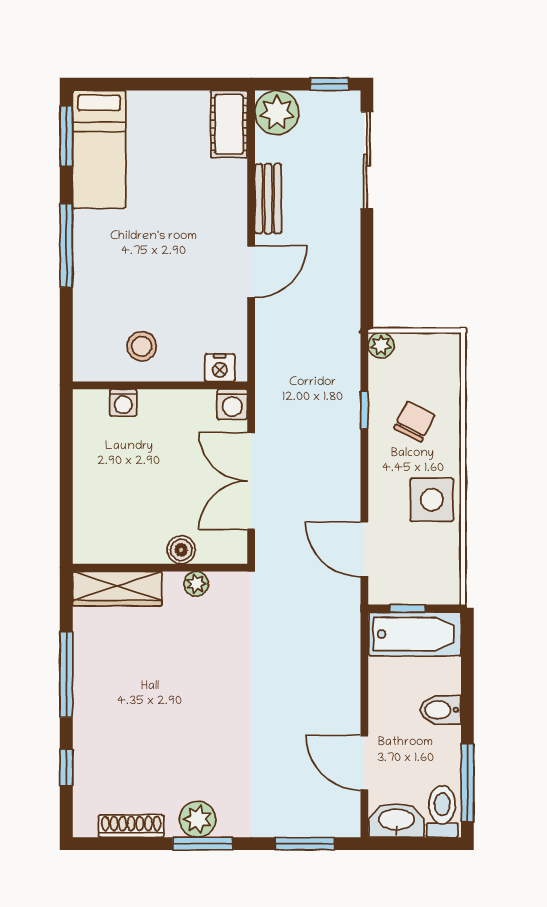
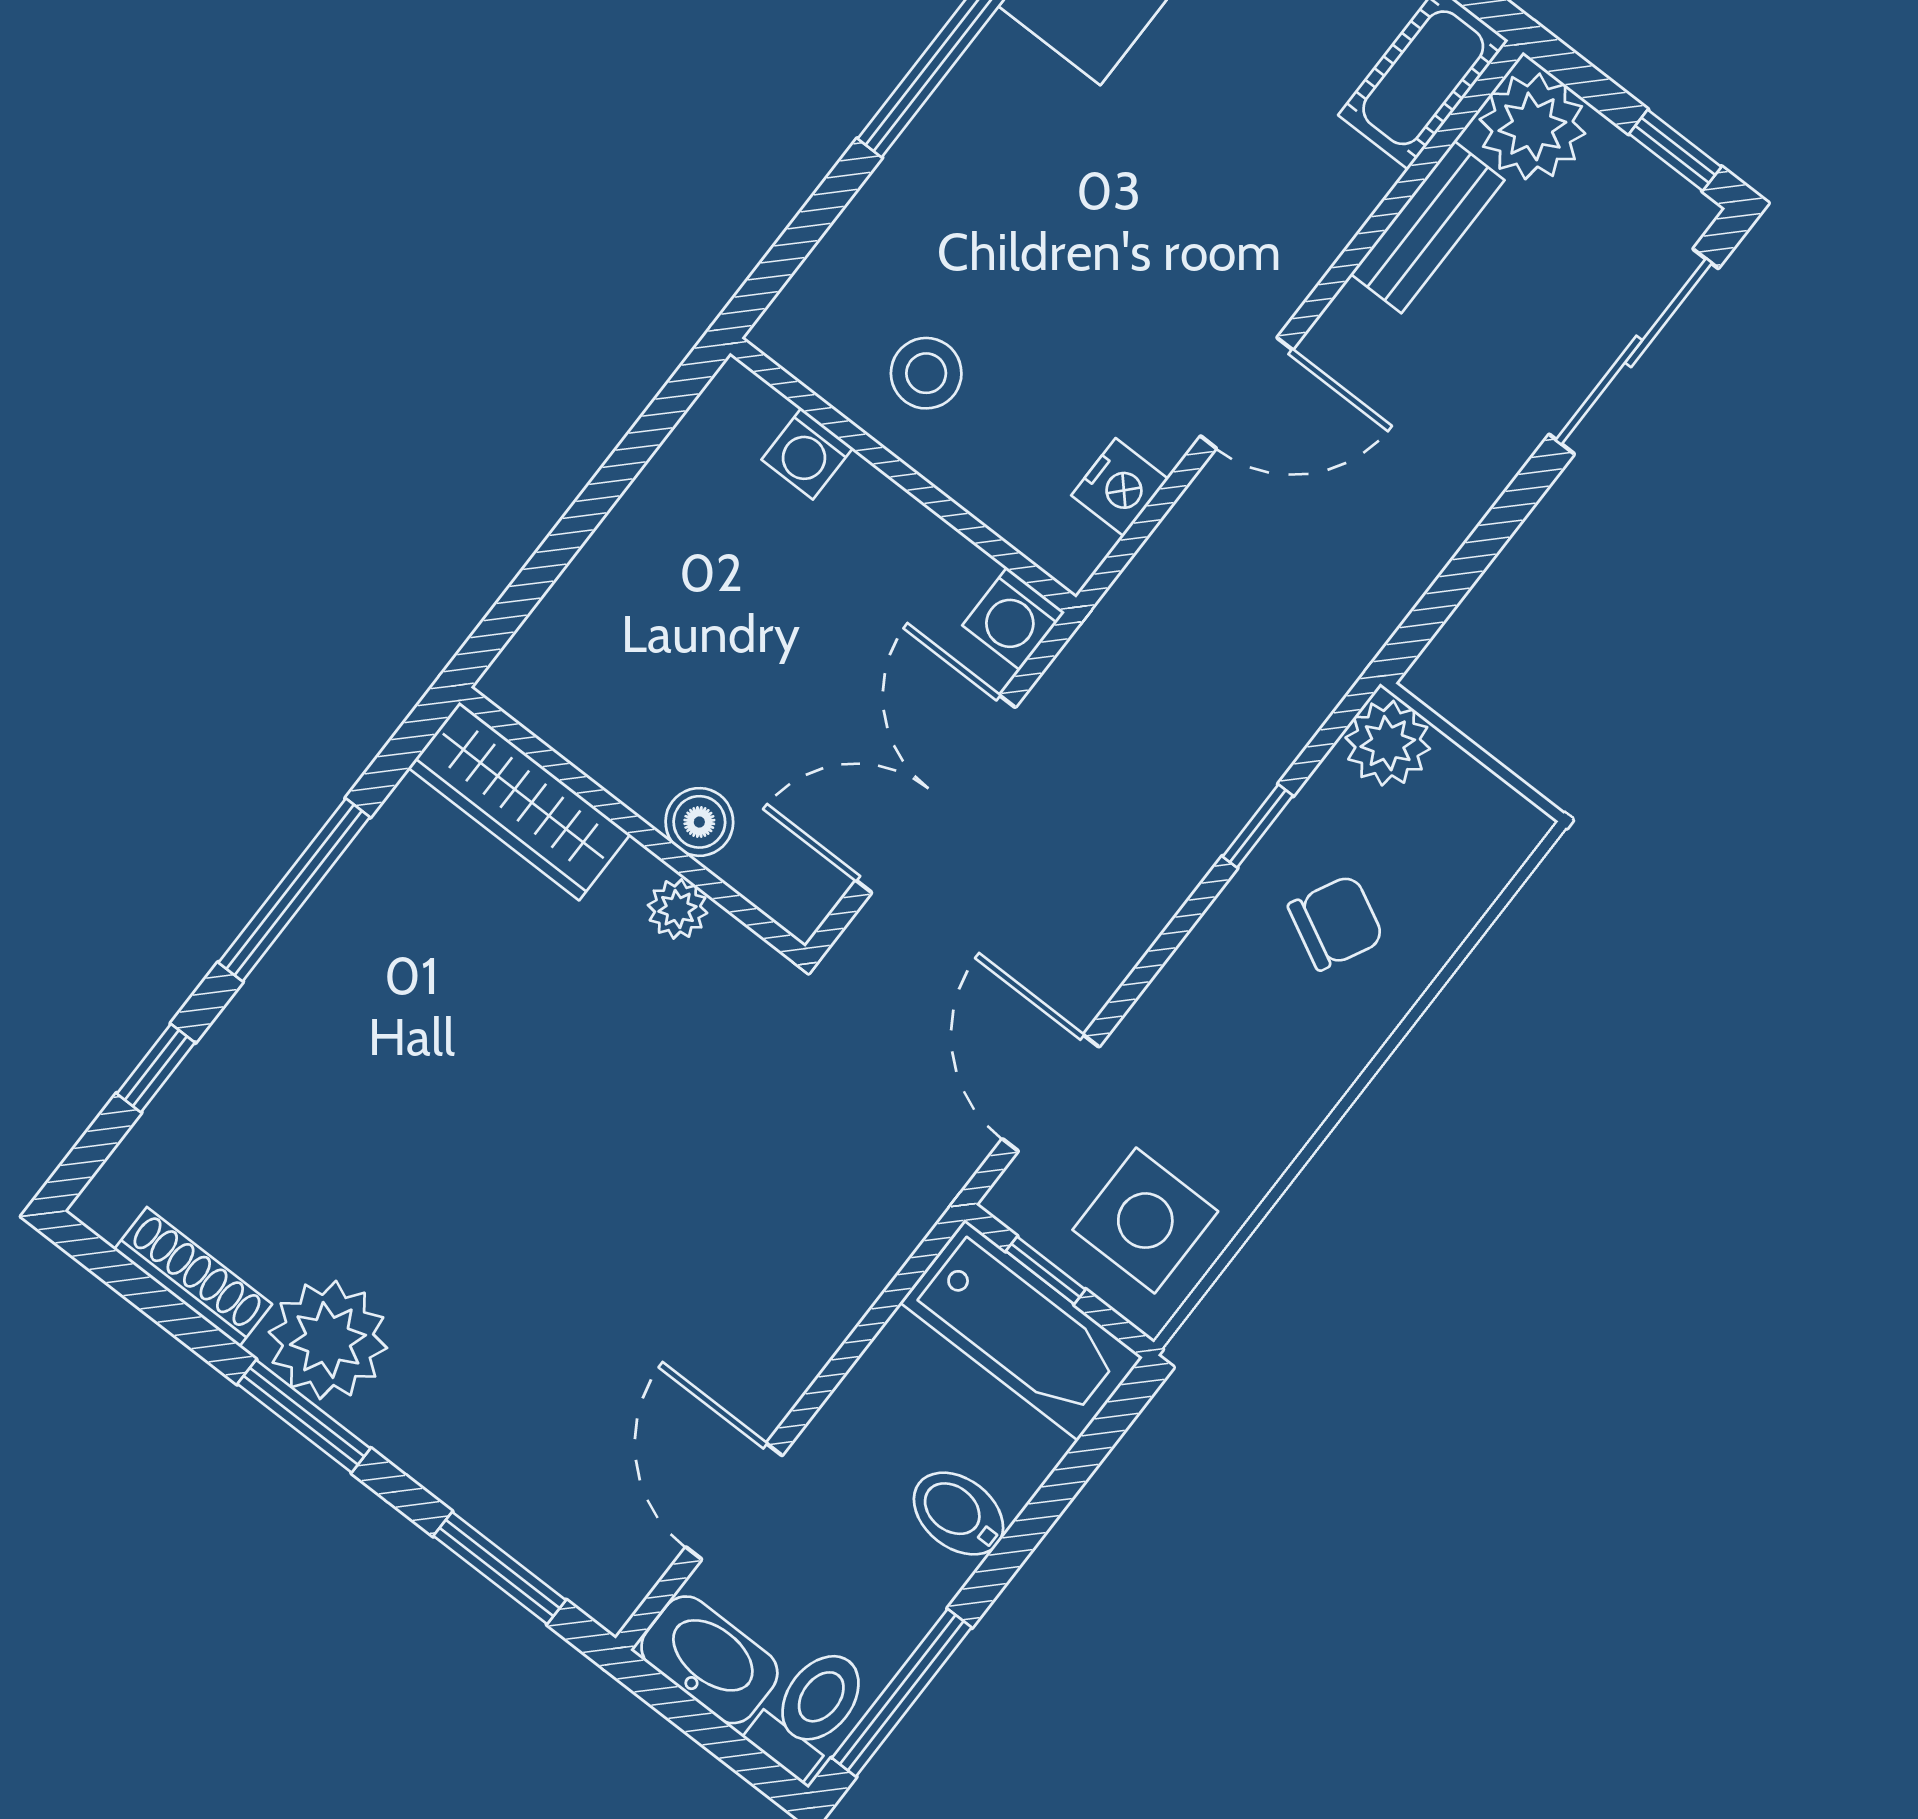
bench: (268, 199) -> (1428, 227), moved
plant: (381, 345) -> (1388, 743), width x1.38, depth x1.38
nightstand: (220, 368) -> (1120, 487), moved, turned -90
side table: (432, 500) -> (1145, 1221), moved
plant: (198, 819) -> (328, 1340), width x1.36, depth x1.36

